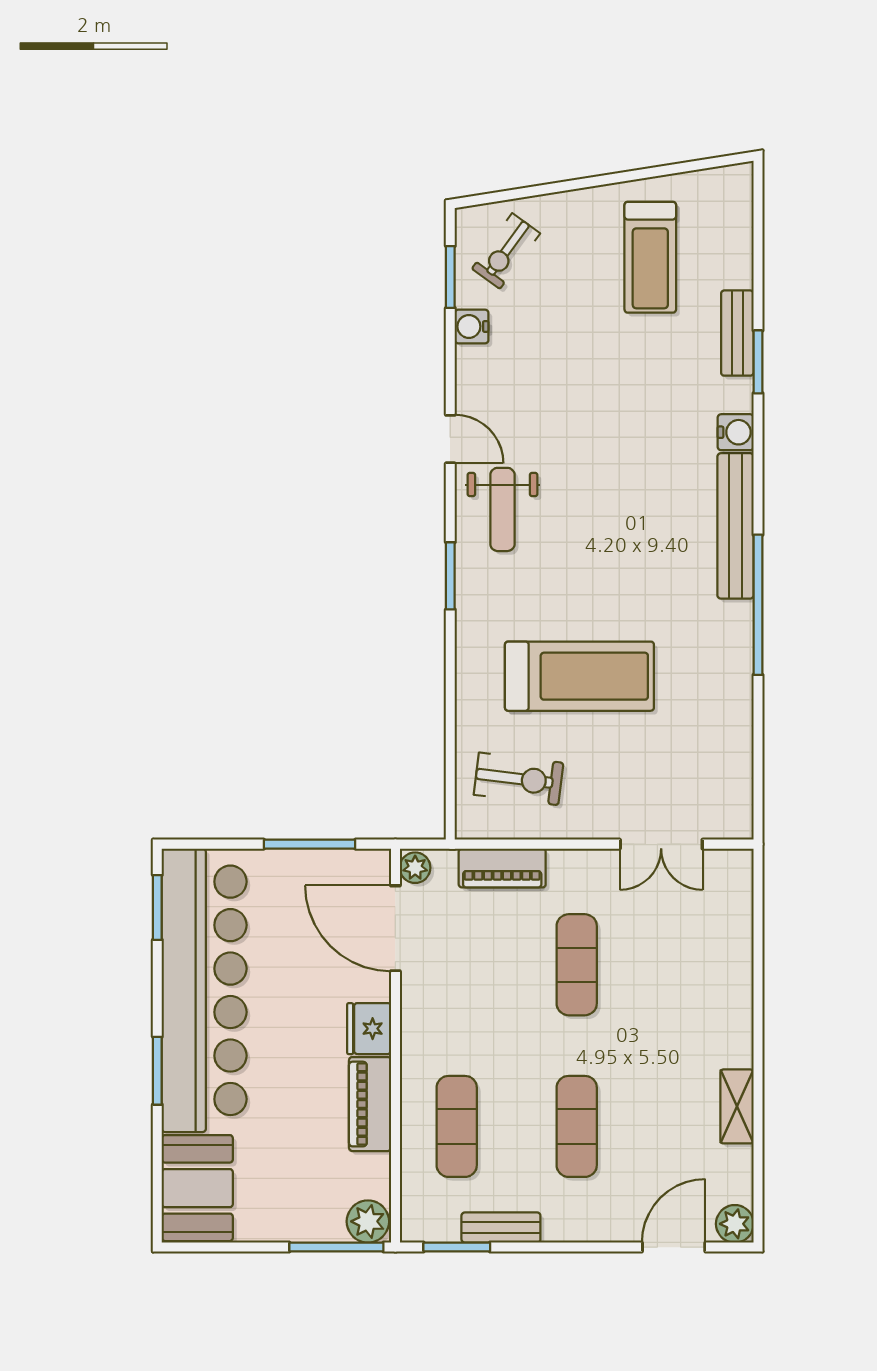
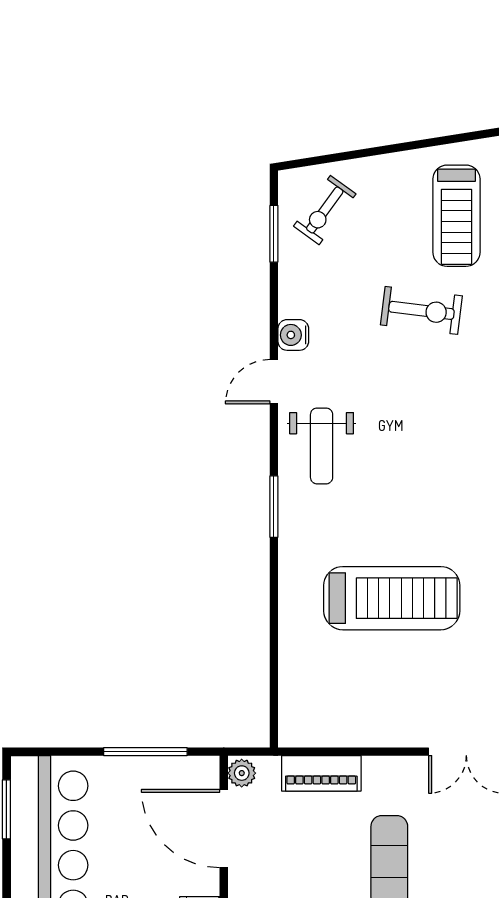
water cooler: (472, 326) -> (293, 335), moved
door: (450, 439) -> (274, 382), swing flipped
exercise bike: (519, 779) -> (421, 310), moved

